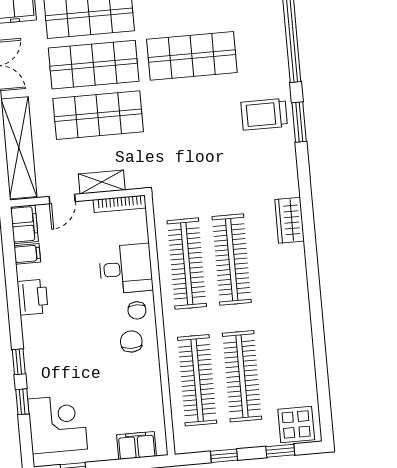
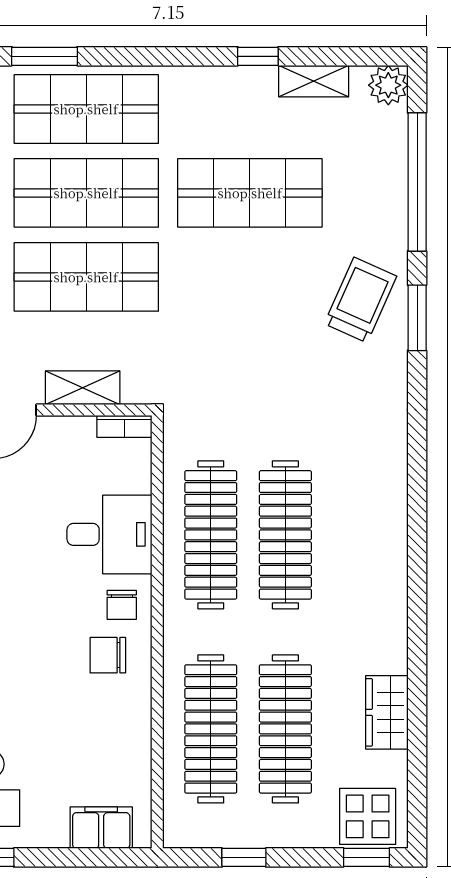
trolley: (264, 114) -> (360, 300), turned 114
bookcase: (120, 204) -> (124, 426), width x0.64
wardrobe: (290, 220) -> (387, 712), moved
chair: (131, 341) -> (108, 655), turned -90
window: (280, 451) -> (367, 857), moved

